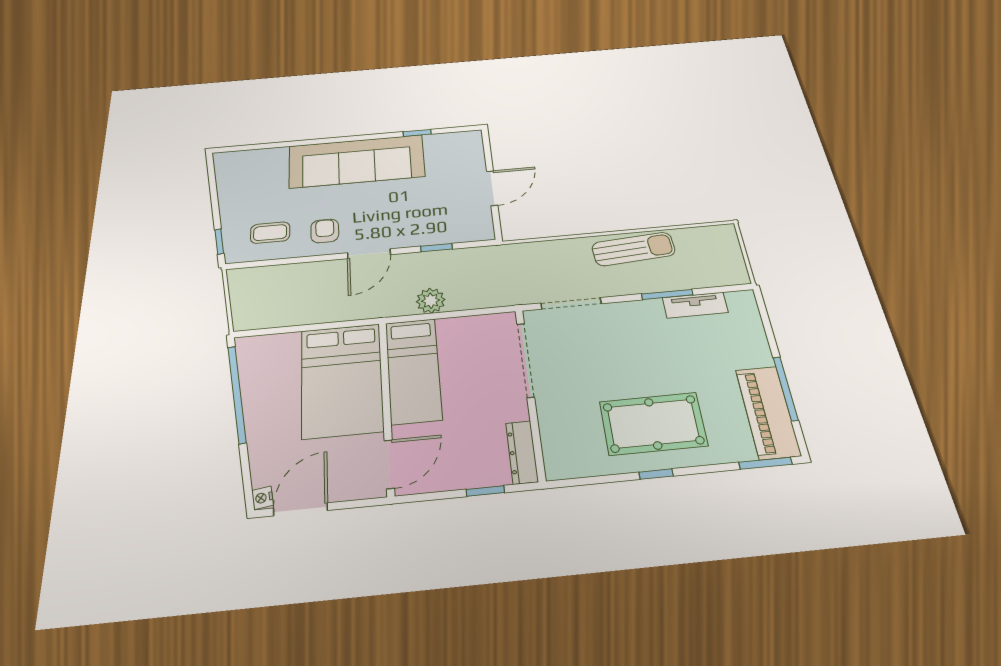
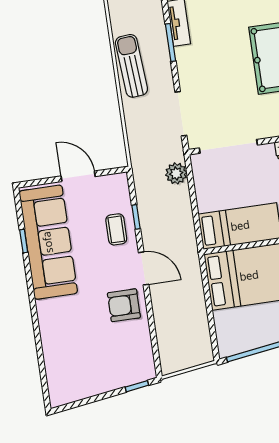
sofa: (357, 161) -> (48, 242), moved
armchair: (325, 231) -> (124, 305), width x1.38, depth x1.38
coffee table: (270, 233) -> (116, 229), moved
plant: (431, 301) -> (176, 173), moved

